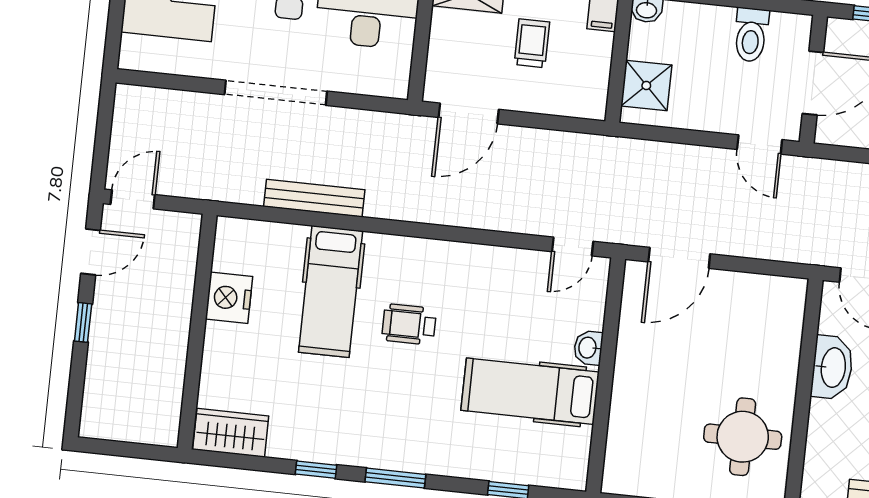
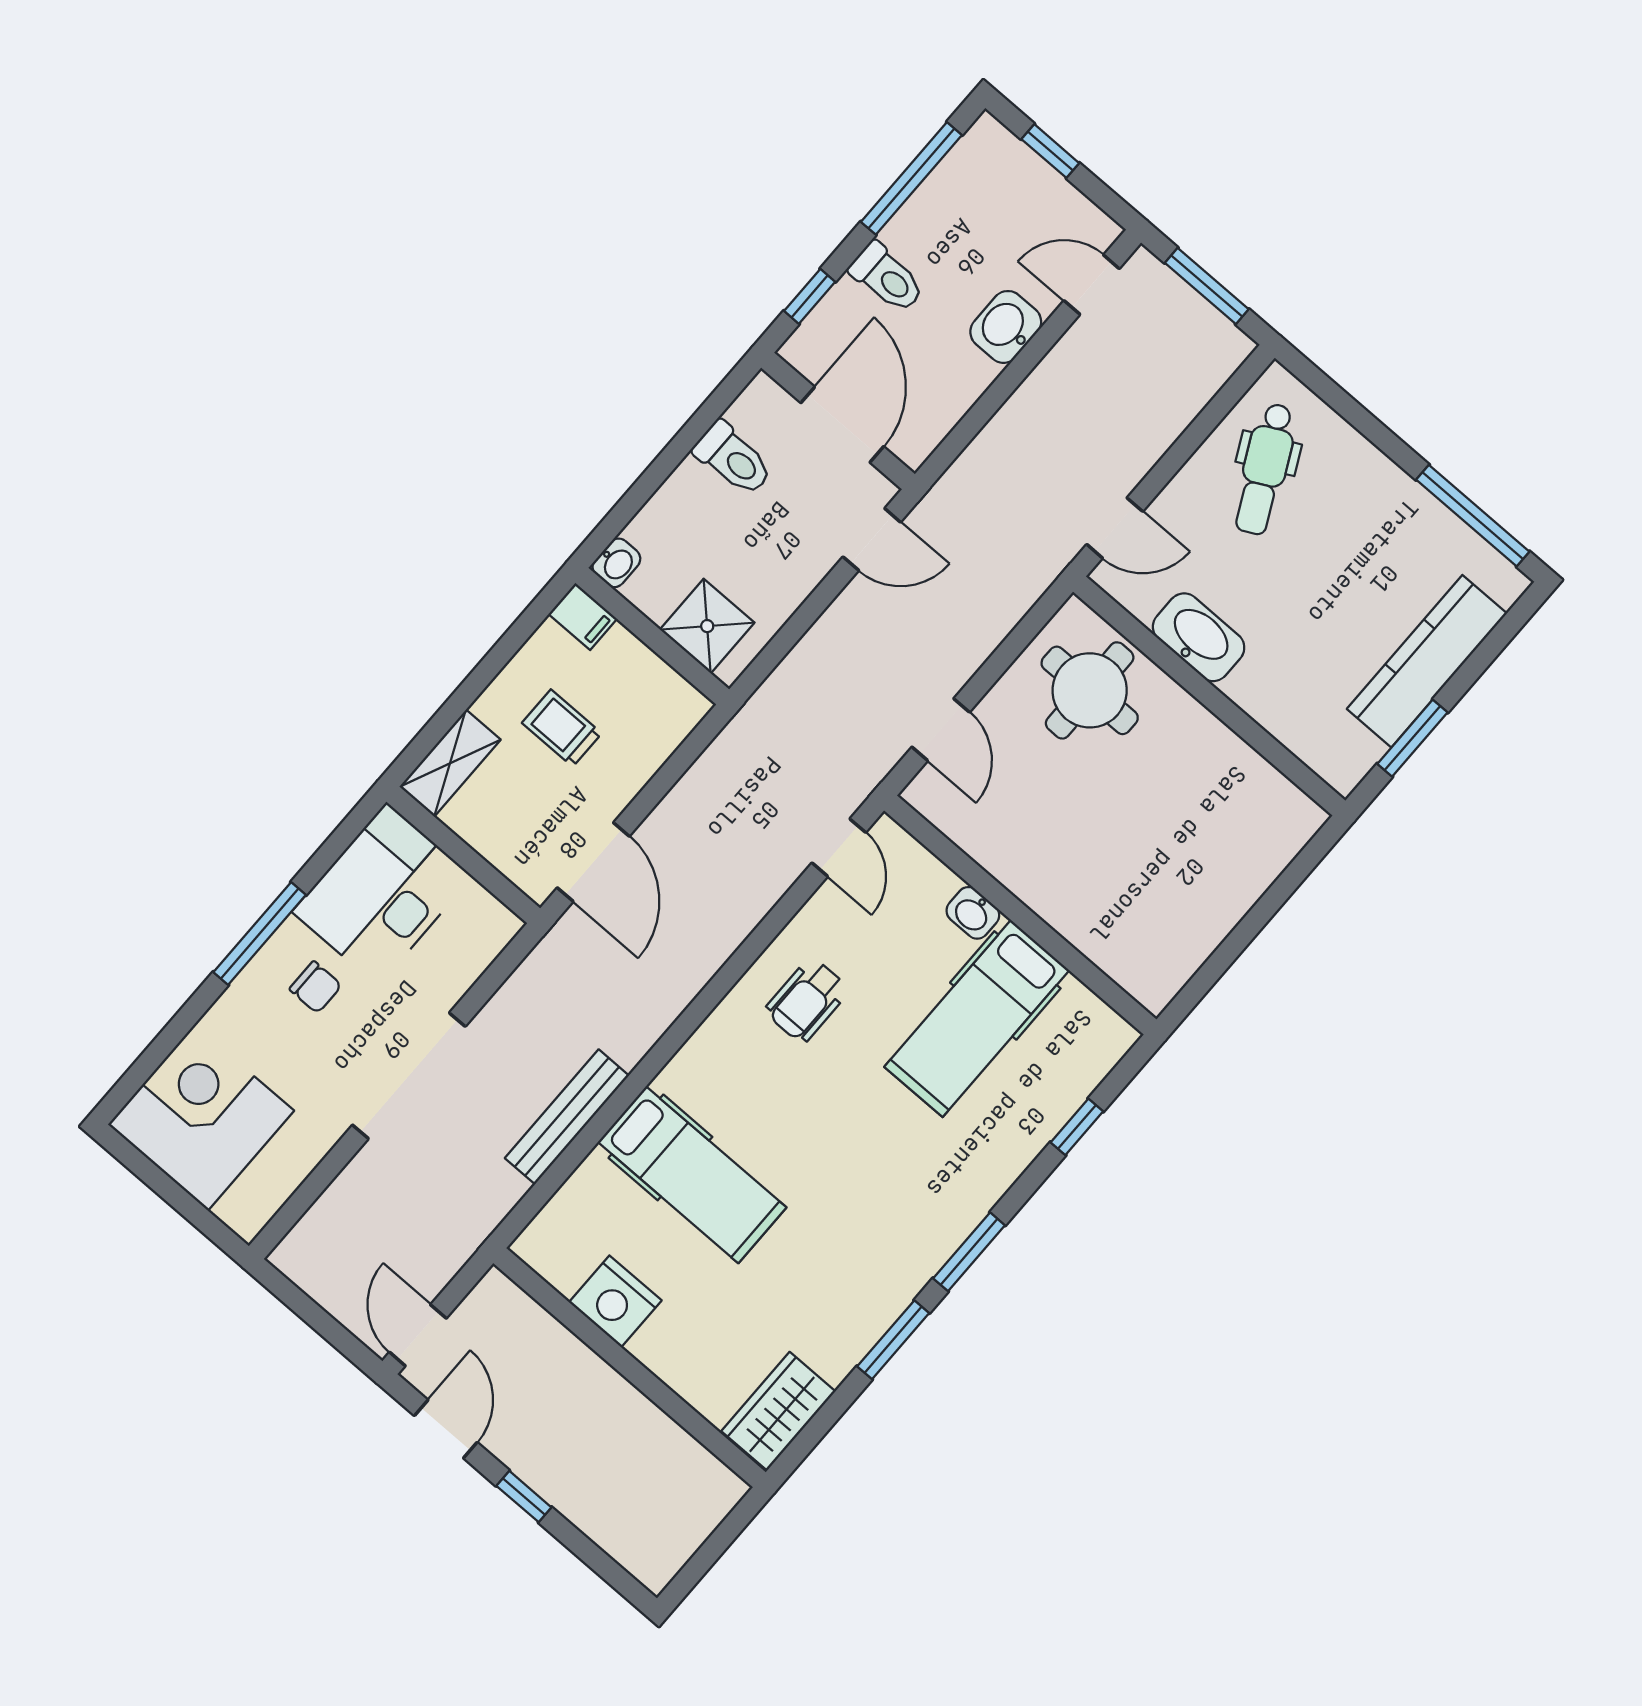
door: (679, 258) -> (941, 730), width x0.73
wheelchair: (409, 324) -> (807, 1000), moved
round table: (743, 437) -> (1090, 690), moved
window: (316, 470) -> (893, 1340), width x1.50

